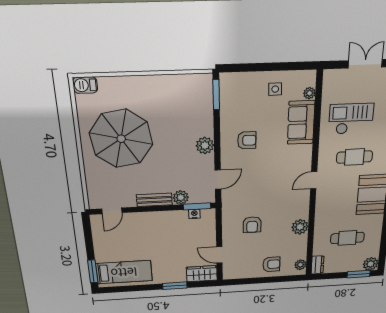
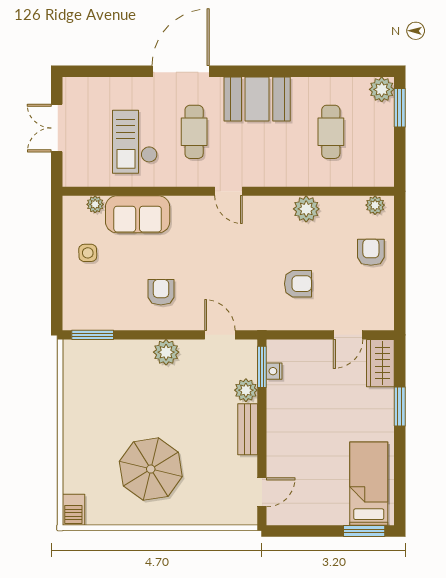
parasol: (121, 139) -> (151, 469), width x0.73, depth x0.73
door: (112, 211) -> (262, 492), hinge flipped
dresser: (318, 265) -> (377, 177), removed

